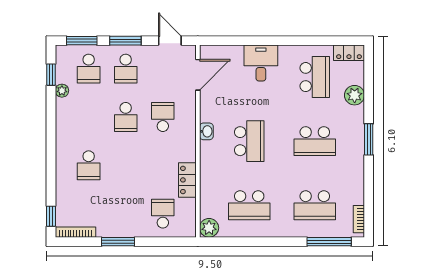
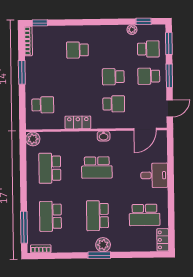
school desk: (89, 69) -> (148, 49), turned 180
door: (198, 75) -> (145, 129), hinge flipped
plant: (355, 95) -> (103, 245), moved
locker: (187, 180) -> (78, 122), moved

